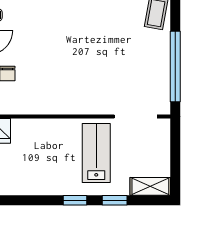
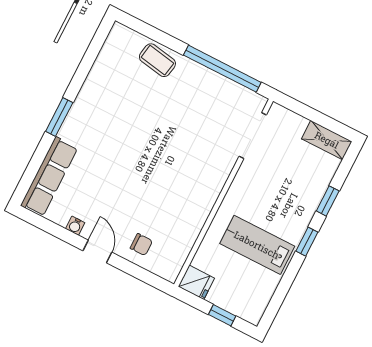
lab bench: (96, 153) -> (257, 245), moved
shelving: (150, 186) -> (327, 140), moved, turned 90

